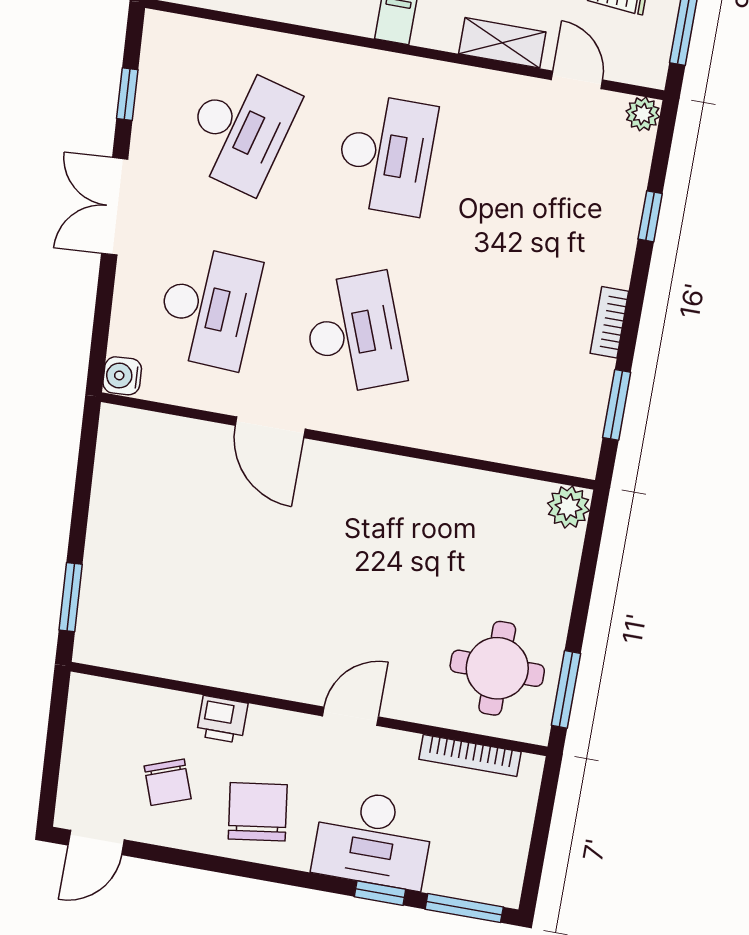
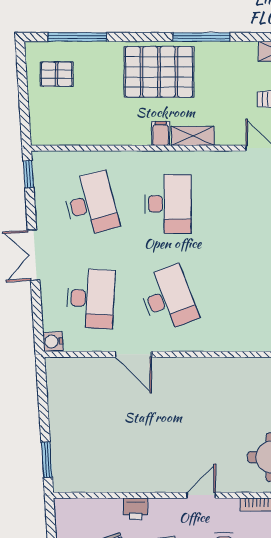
shelving: (502, 43) -> (193, 136), moved
window: (127, 94) -> (28, 174), moved
desk: (240, 129) -> (91, 204), turned -30

